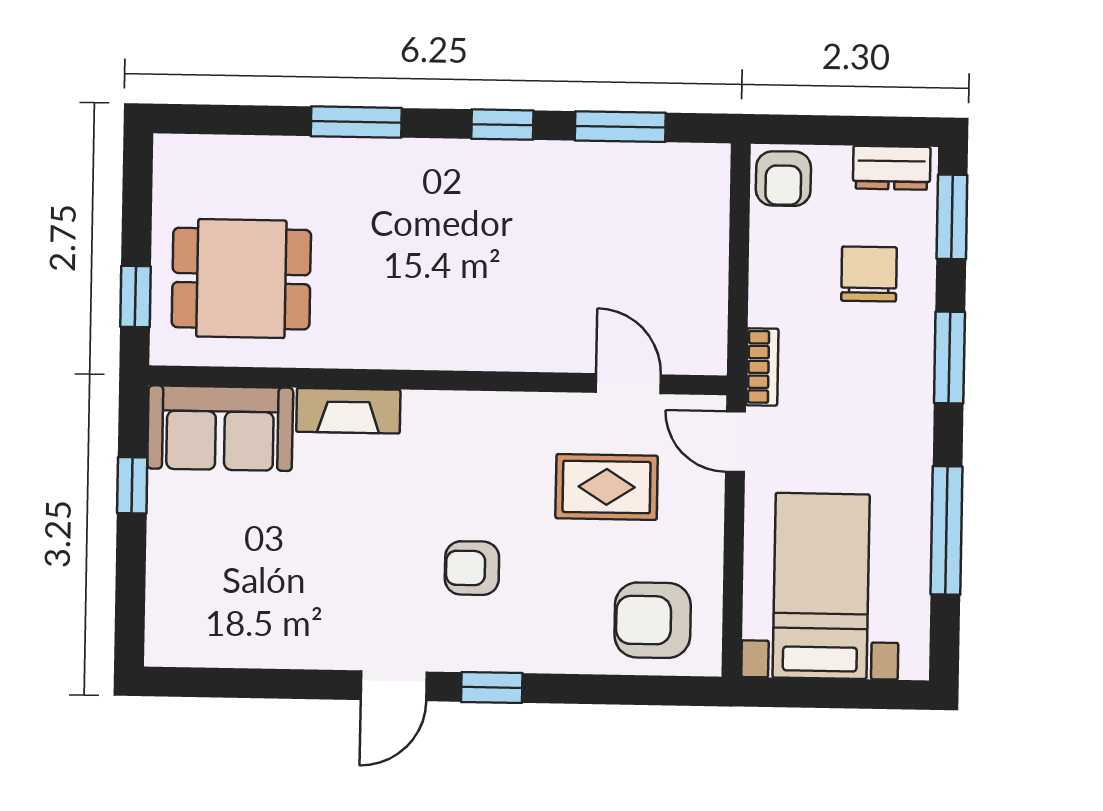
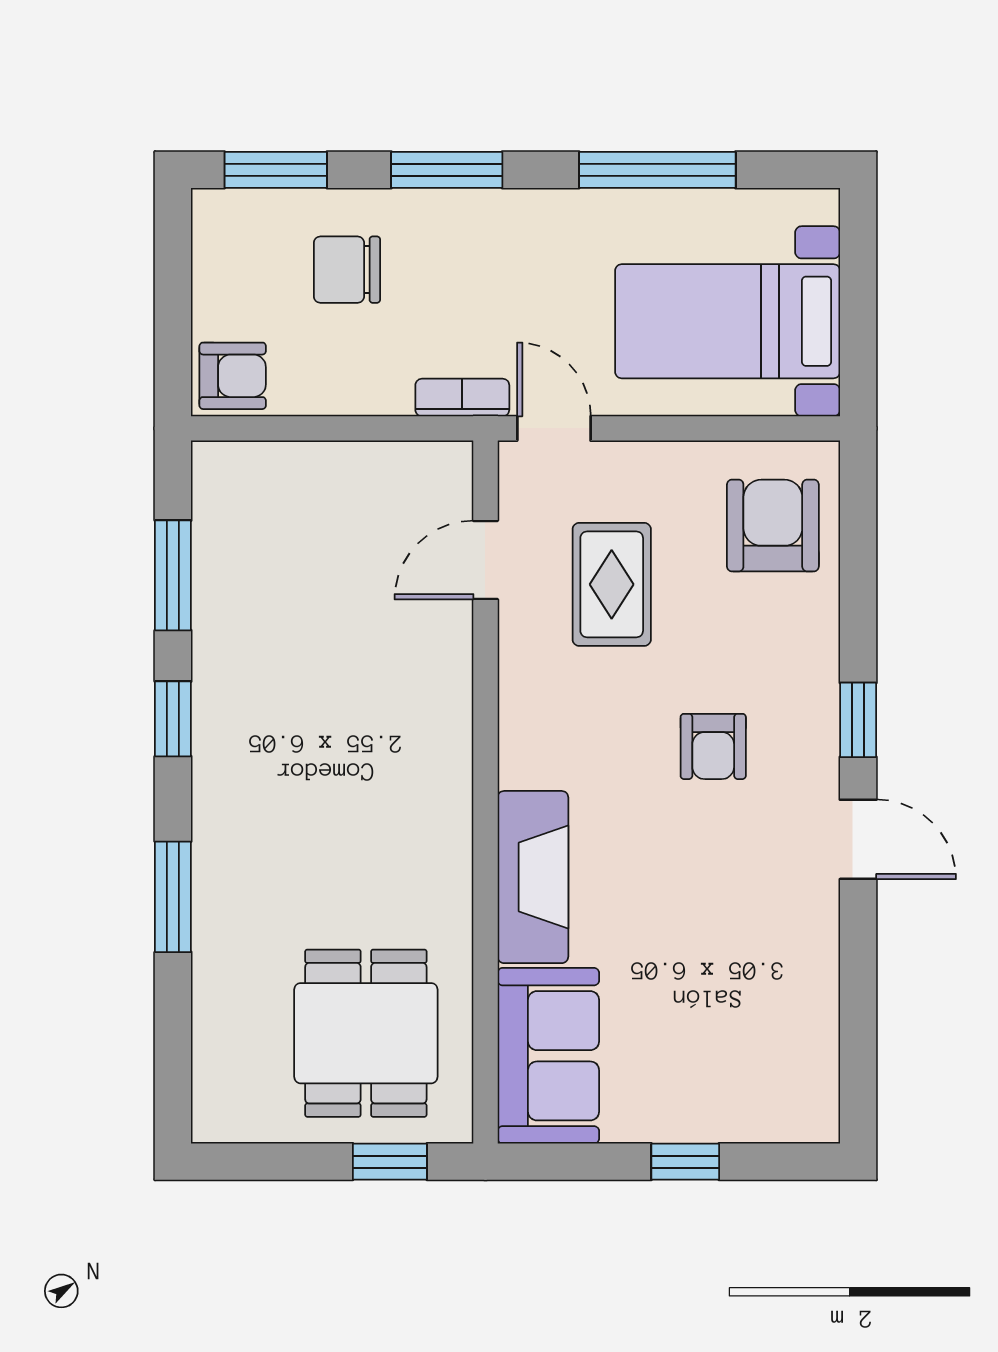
dresser: (892, 168) -> (217, 244), removed
fireplace: (348, 411) -> (533, 877), width x1.37, depth x1.32
door: (736, 442) -> (554, 428), swing flipped
window: (132, 485) -> (685, 1162), moved
armchair: (653, 620) -> (773, 526), turned 180

